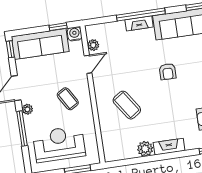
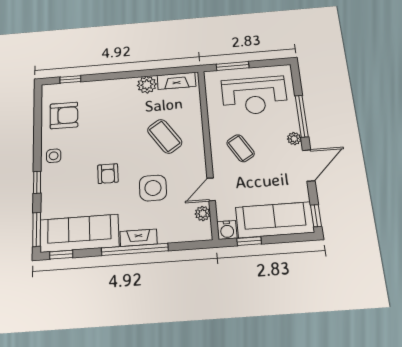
side table: (132, 62) -> (153, 188), added
armchair: (168, 72) -> (108, 174), turned 180
fireplace: (169, 147) -> (176, 81), moved

